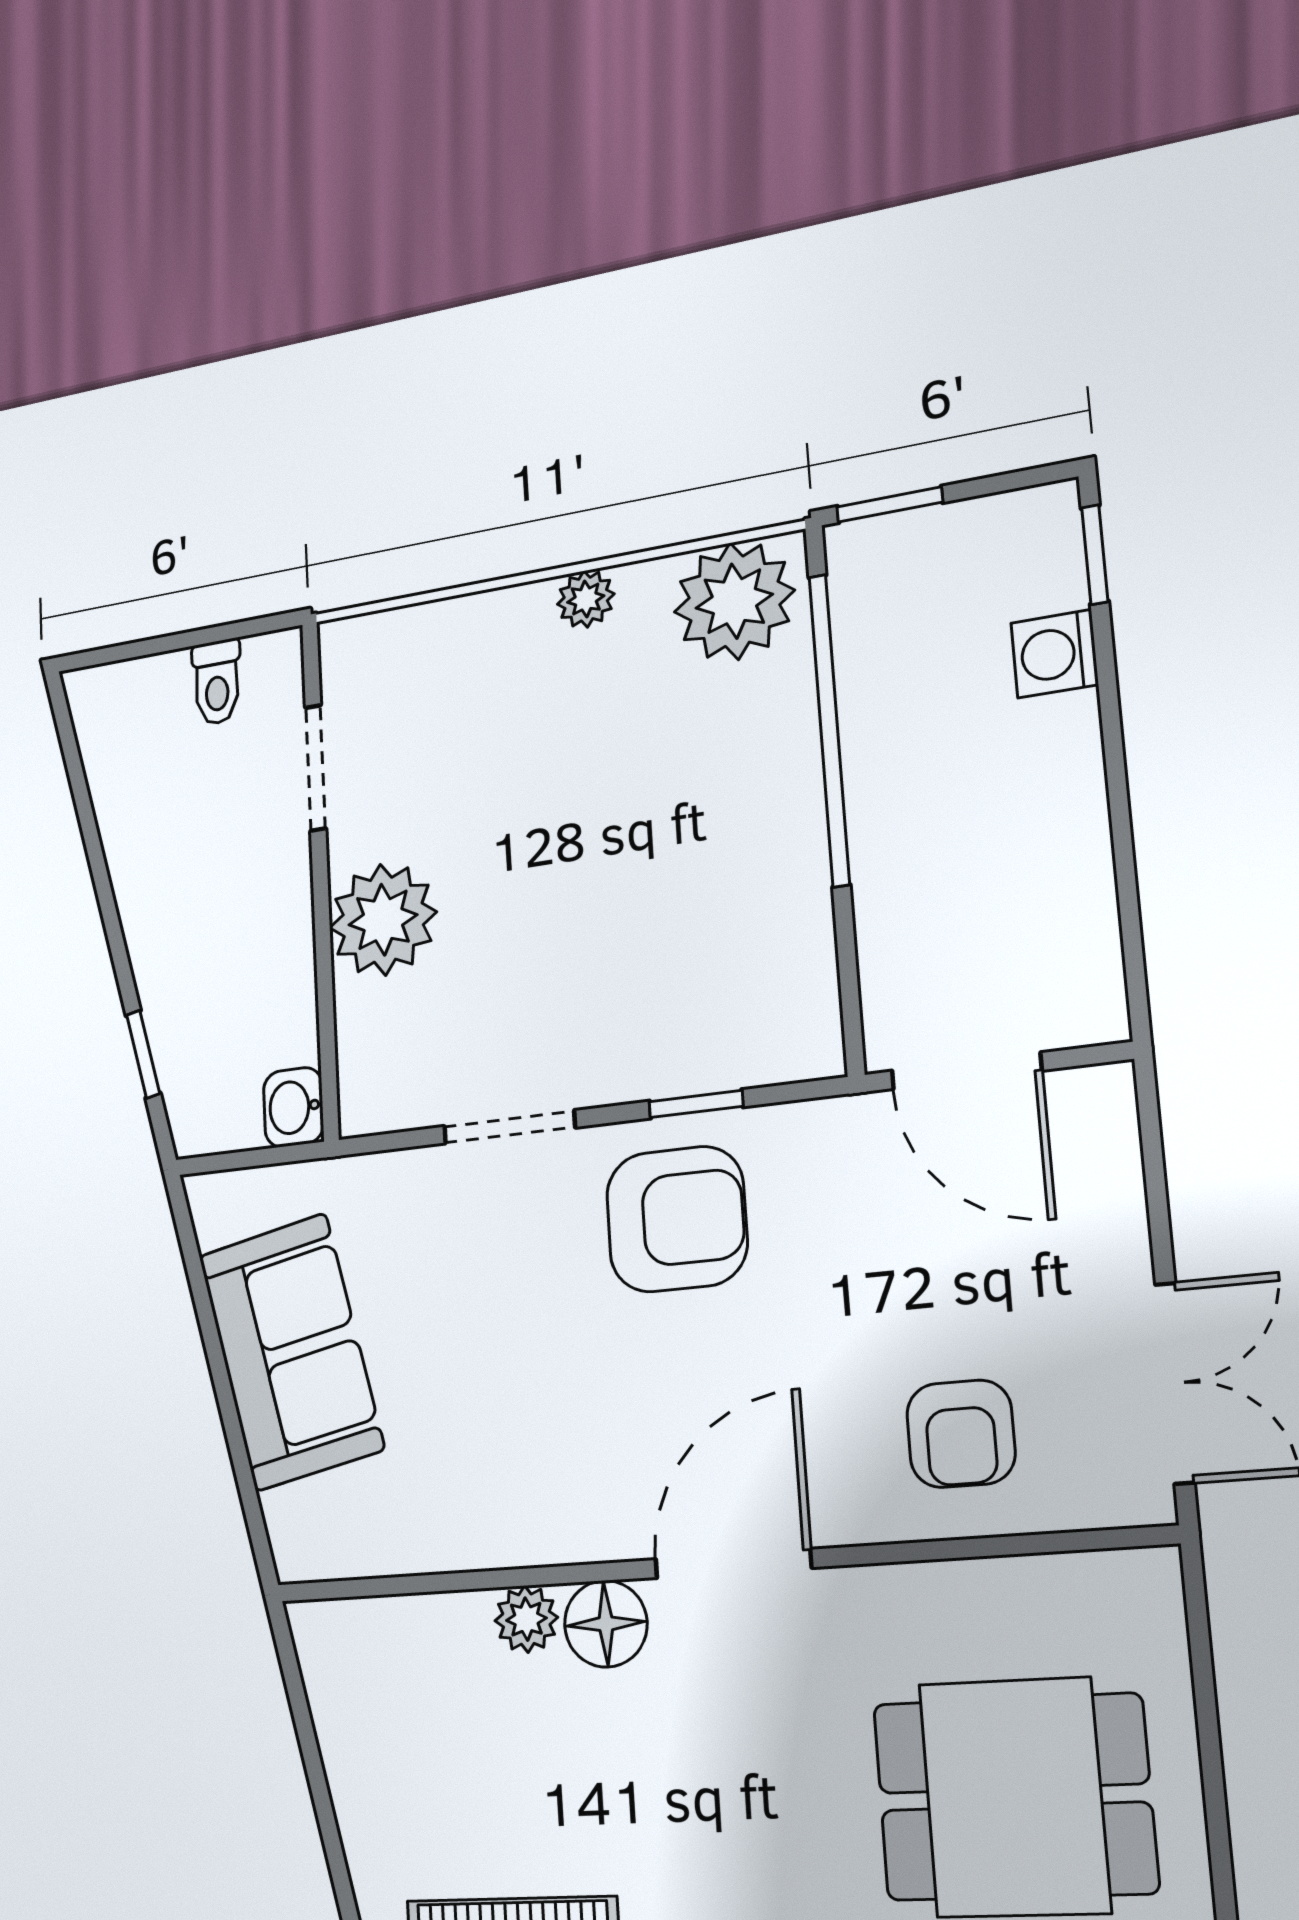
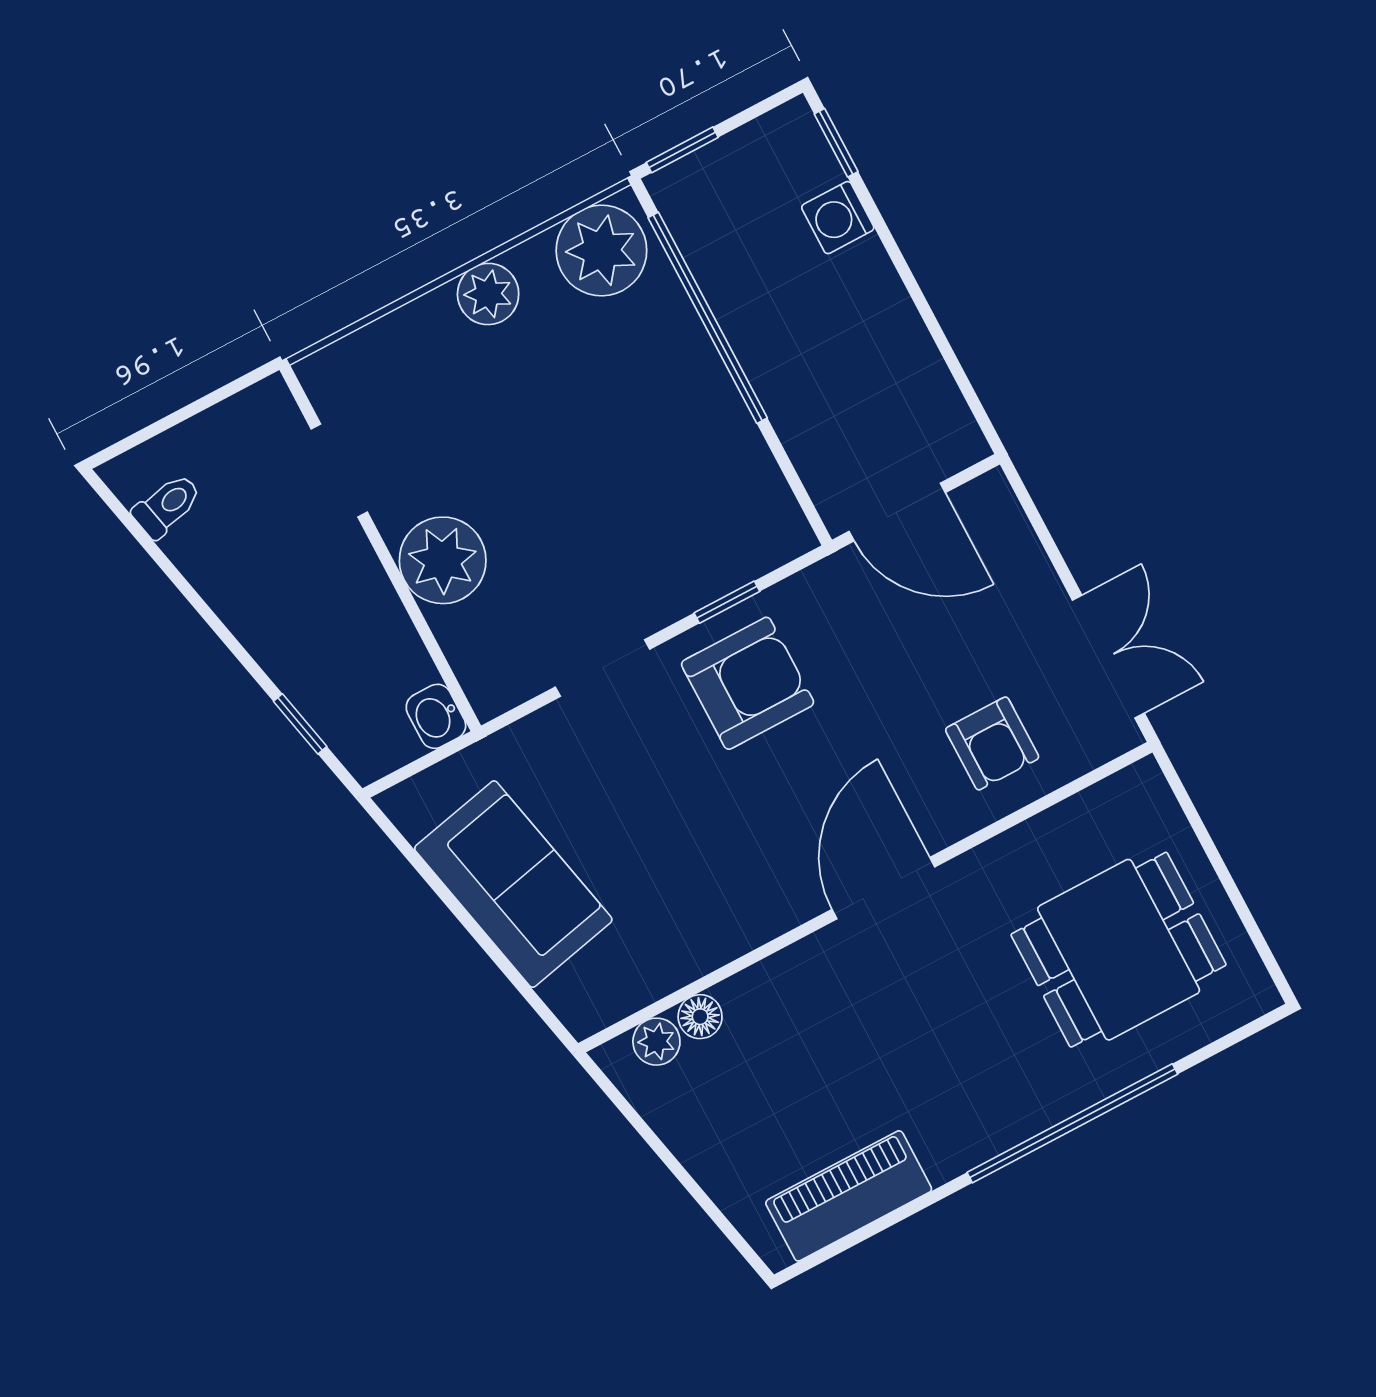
plant: (586, 599) -> (488, 294), width x1.38, depth x1.38
toilet: (217, 682) -> (167, 506), moved, turned -102
plant: (526, 1619) -> (656, 1042), moved
floor lamp: (606, 1624) -> (700, 1017), moved, width x0.73, depth x0.73

